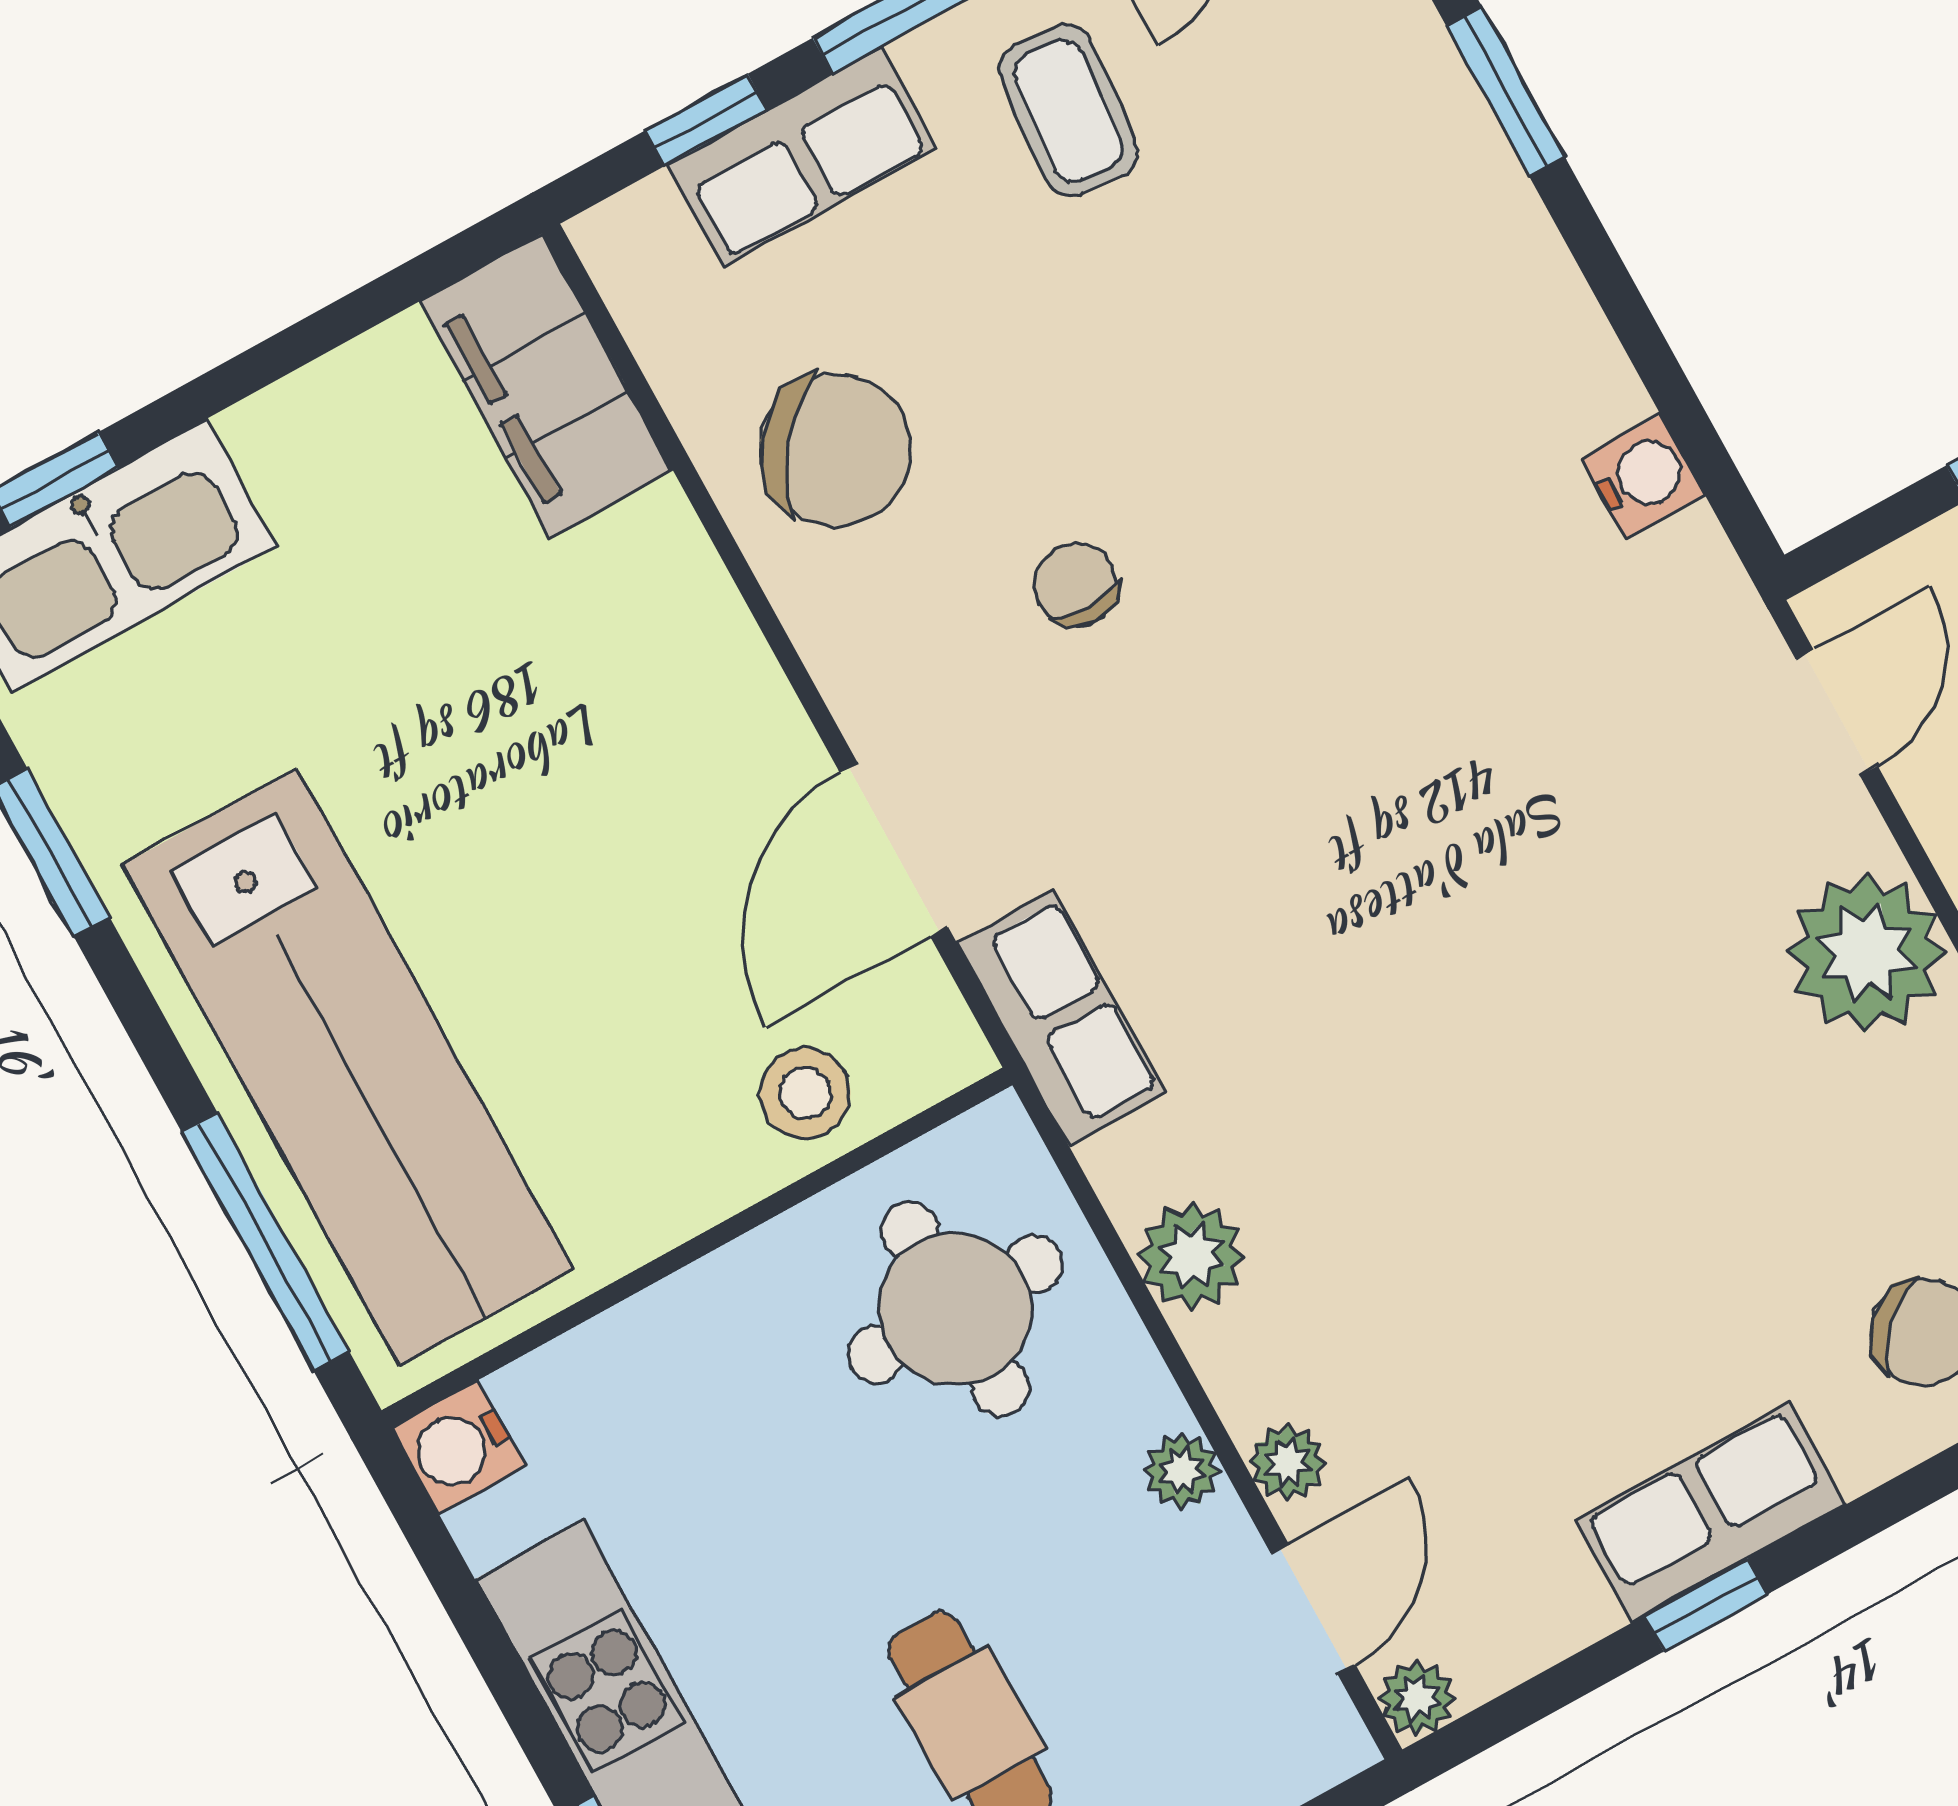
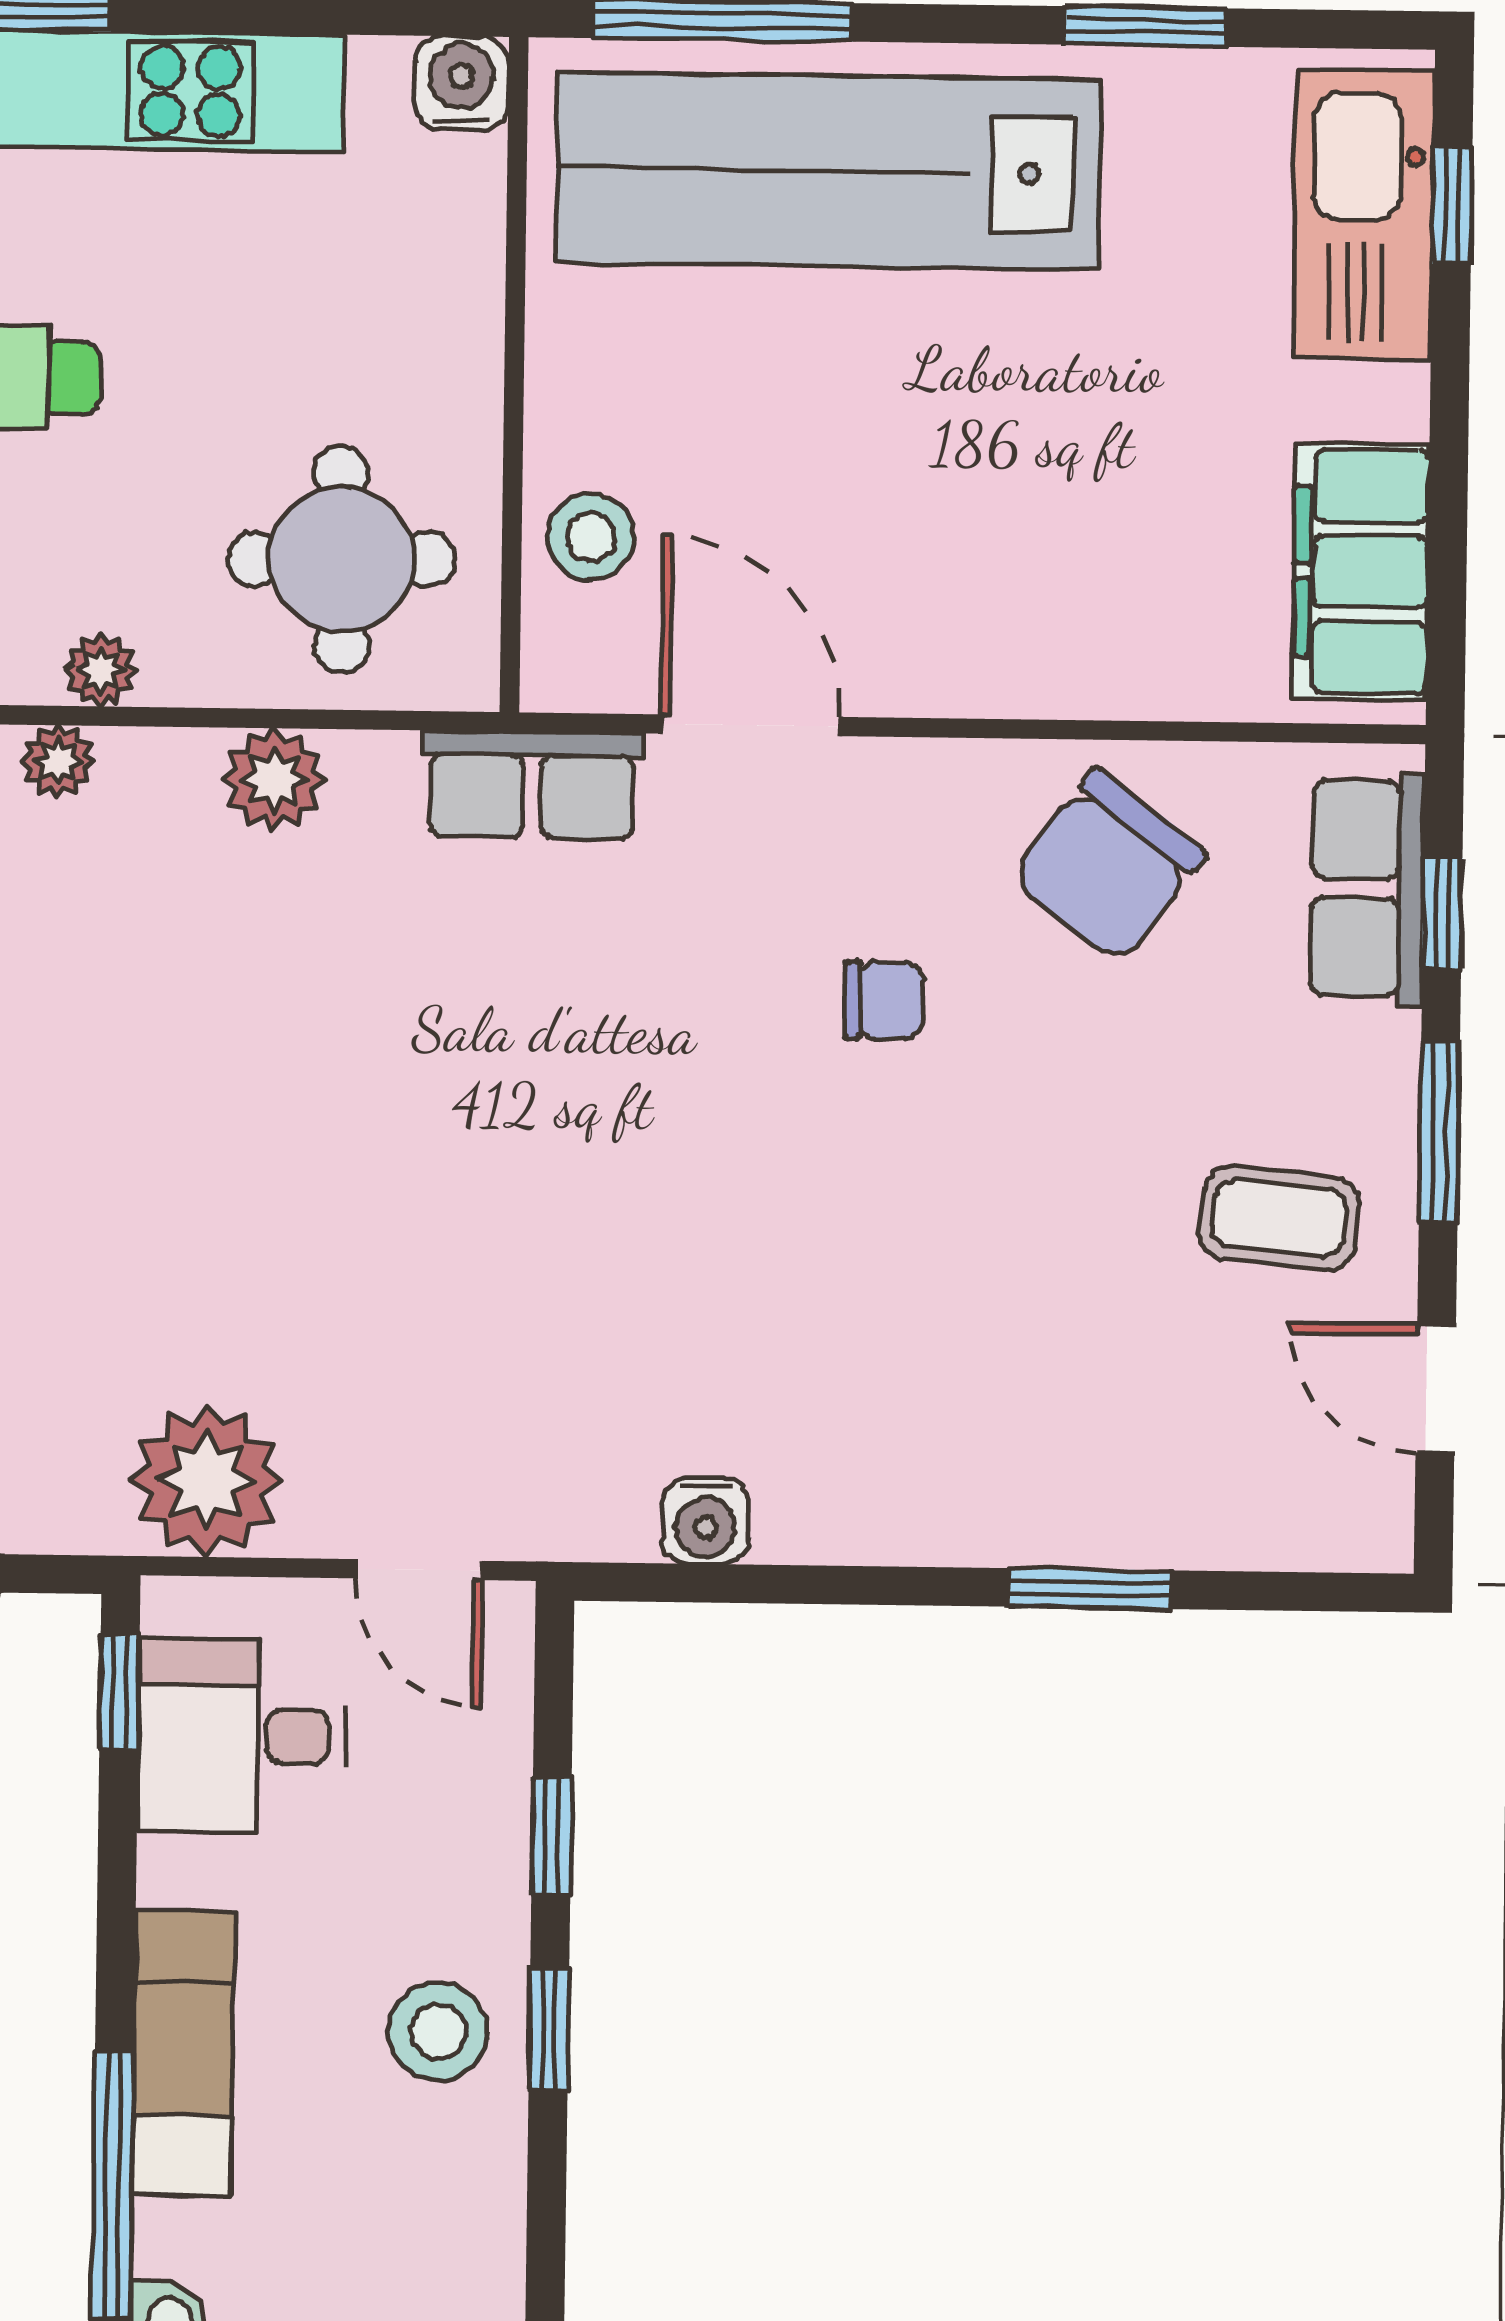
row of seats: (803, 157) -> (1368, 888), moved
filing cabinet: (546, 386) -> (1361, 572), moved, turned -90

